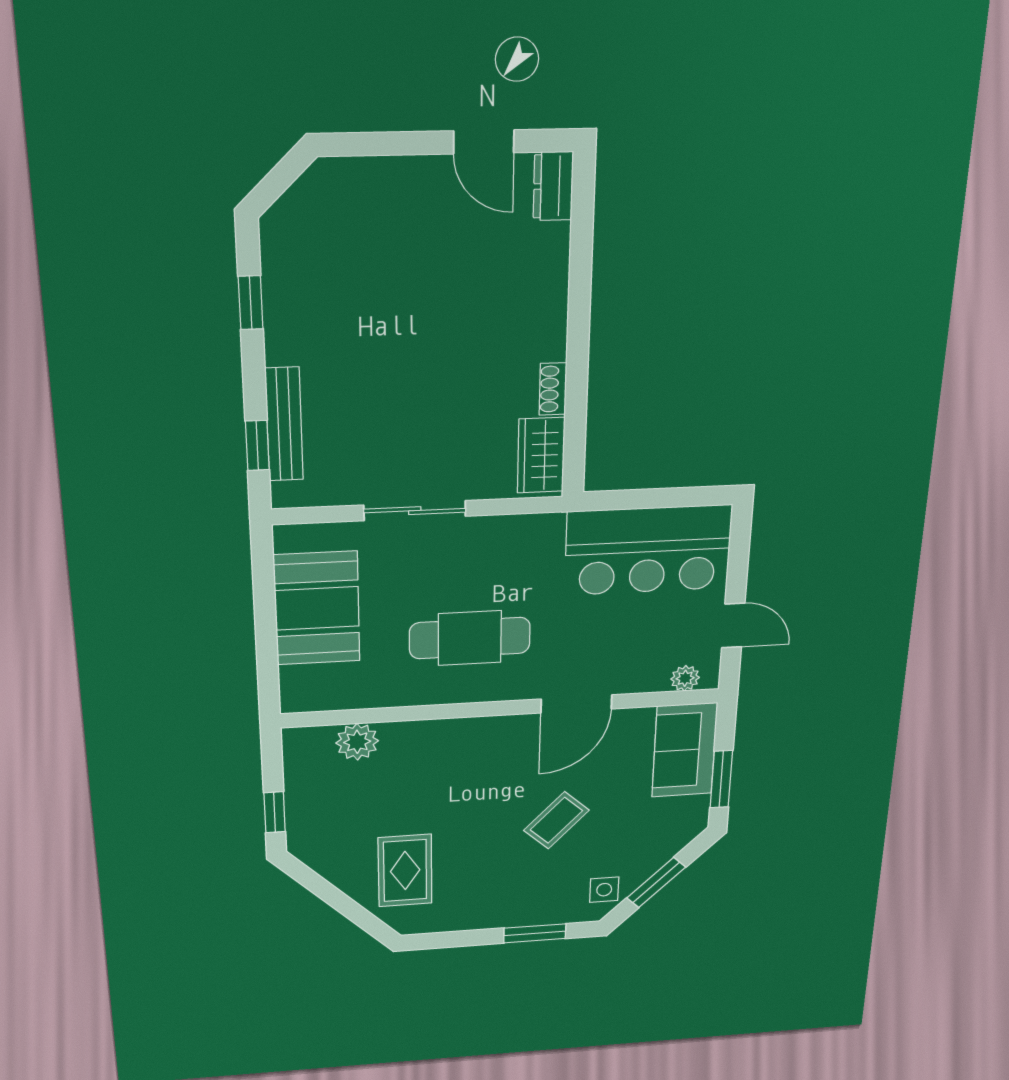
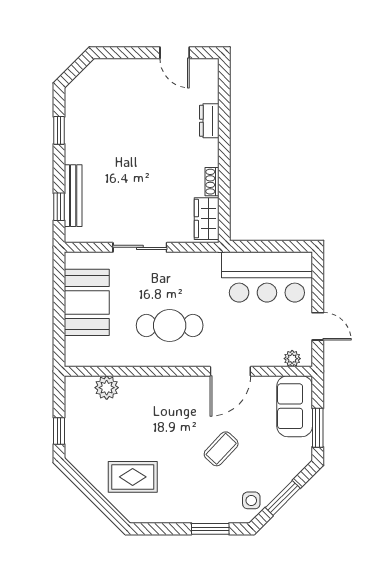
dresser: (553, 186) -> (209, 121), moved
rug: (405, 871) -> (133, 477), turned 90

